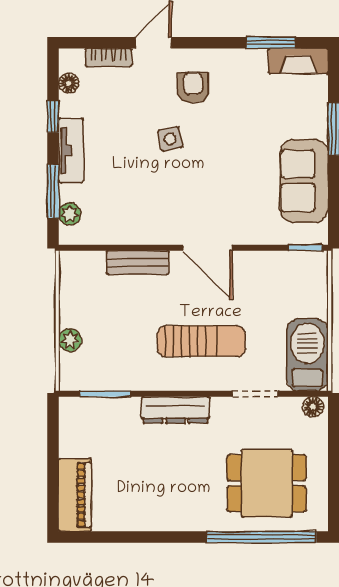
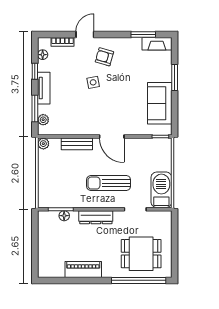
armchair: (193, 88) -> (104, 57), turned -74
plant: (70, 340) -> (43, 144), moved
sun lounger: (201, 341) -> (109, 183), turned 180
floor lamp: (313, 407) -> (64, 216), moved
piano: (75, 495) -> (83, 270), moved, turned -90

